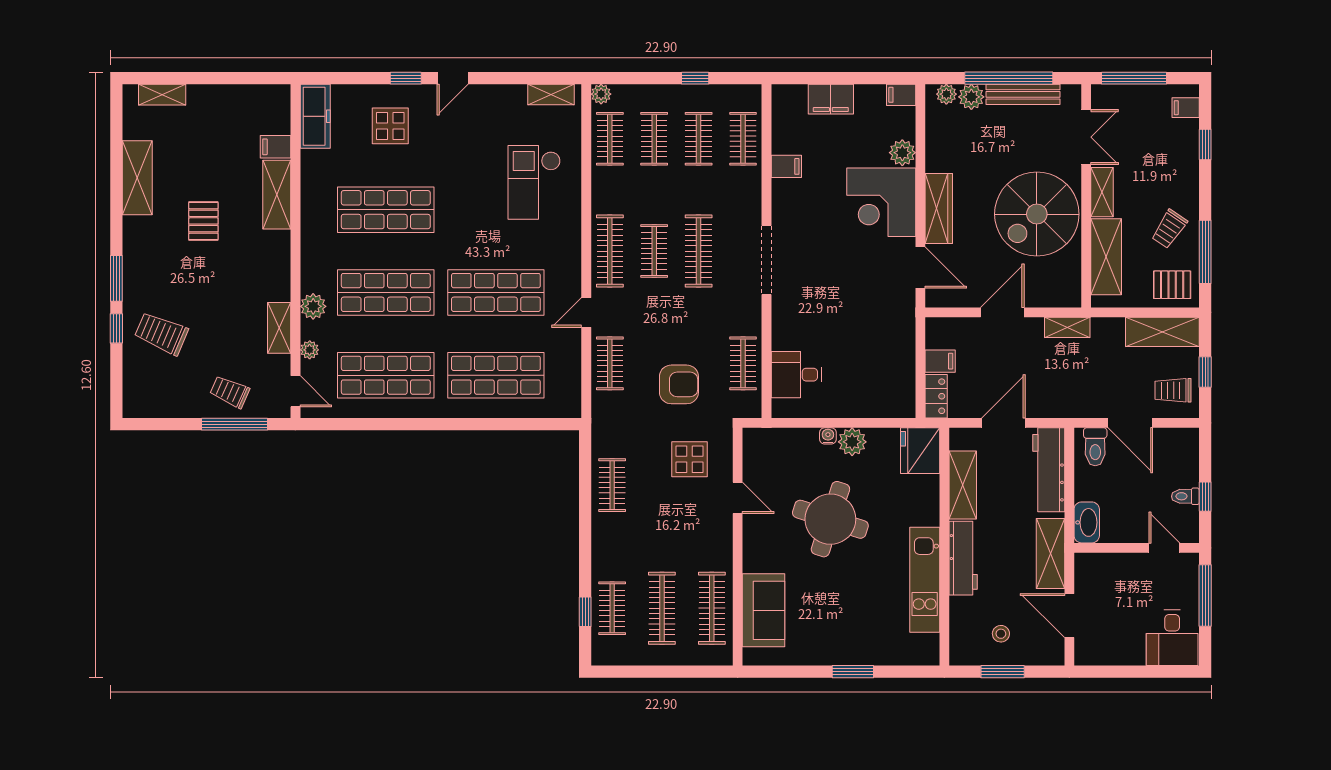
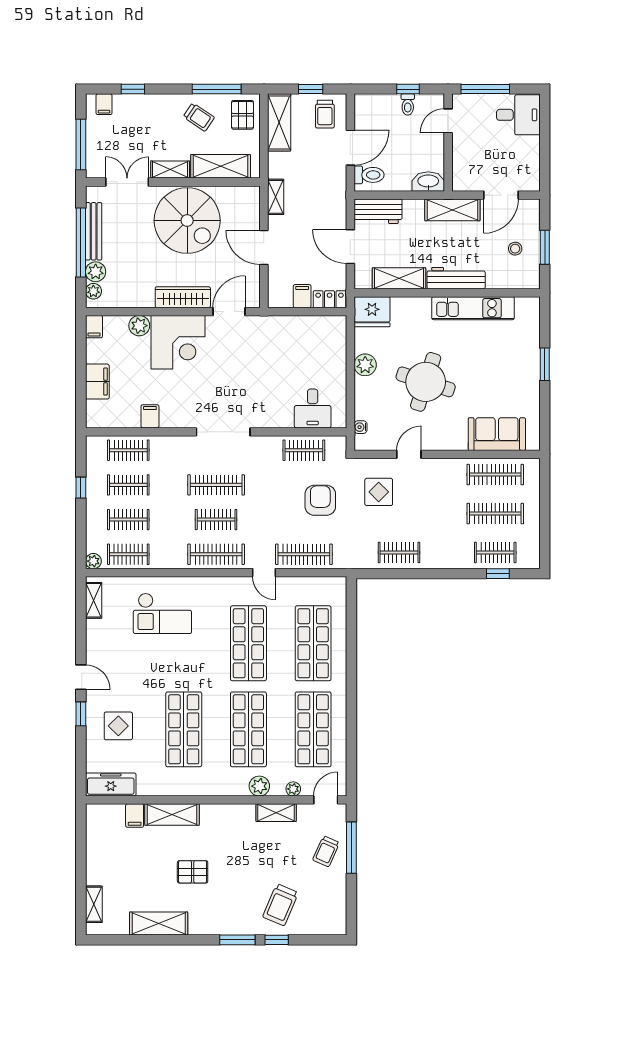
clothes rail: (610, 363) -> (304, 554), width x1.36
water cooler: (828, 436) -> (361, 427), moved
workbench: (1049, 470) -> (378, 211), width x0.73

